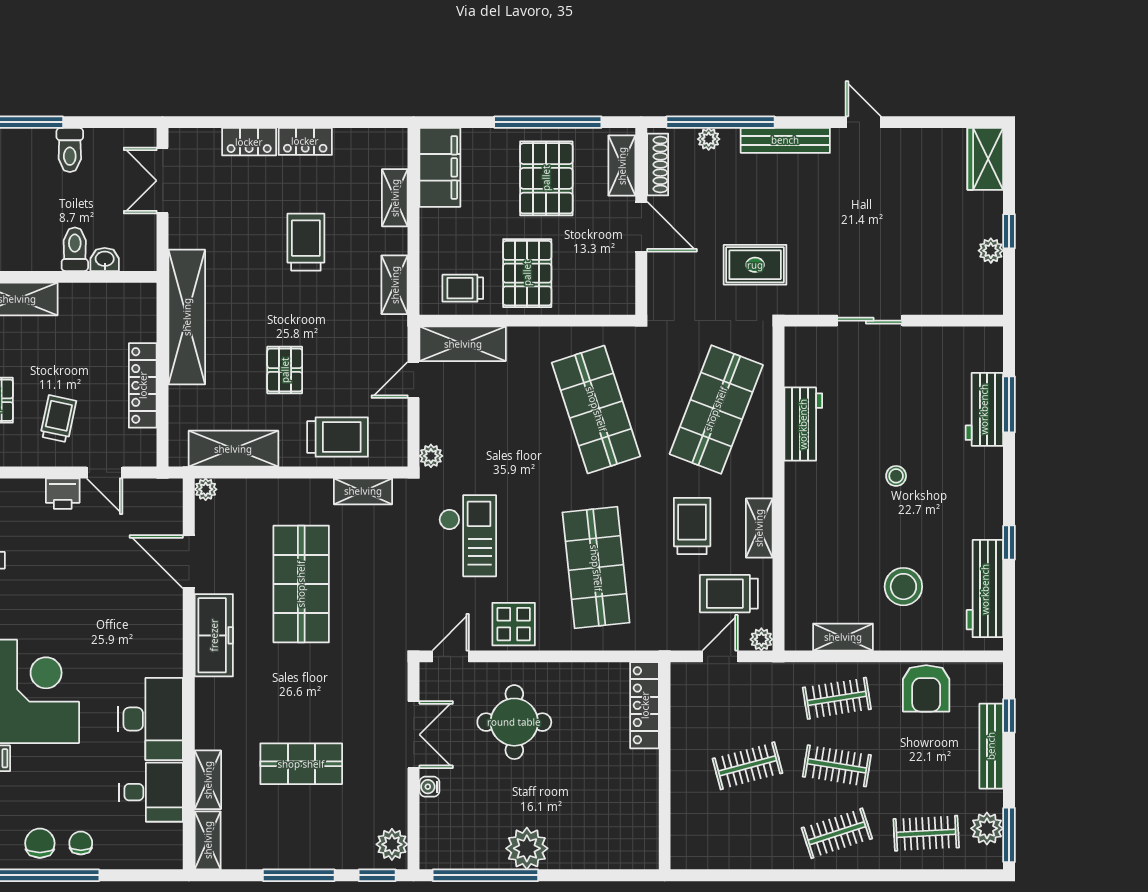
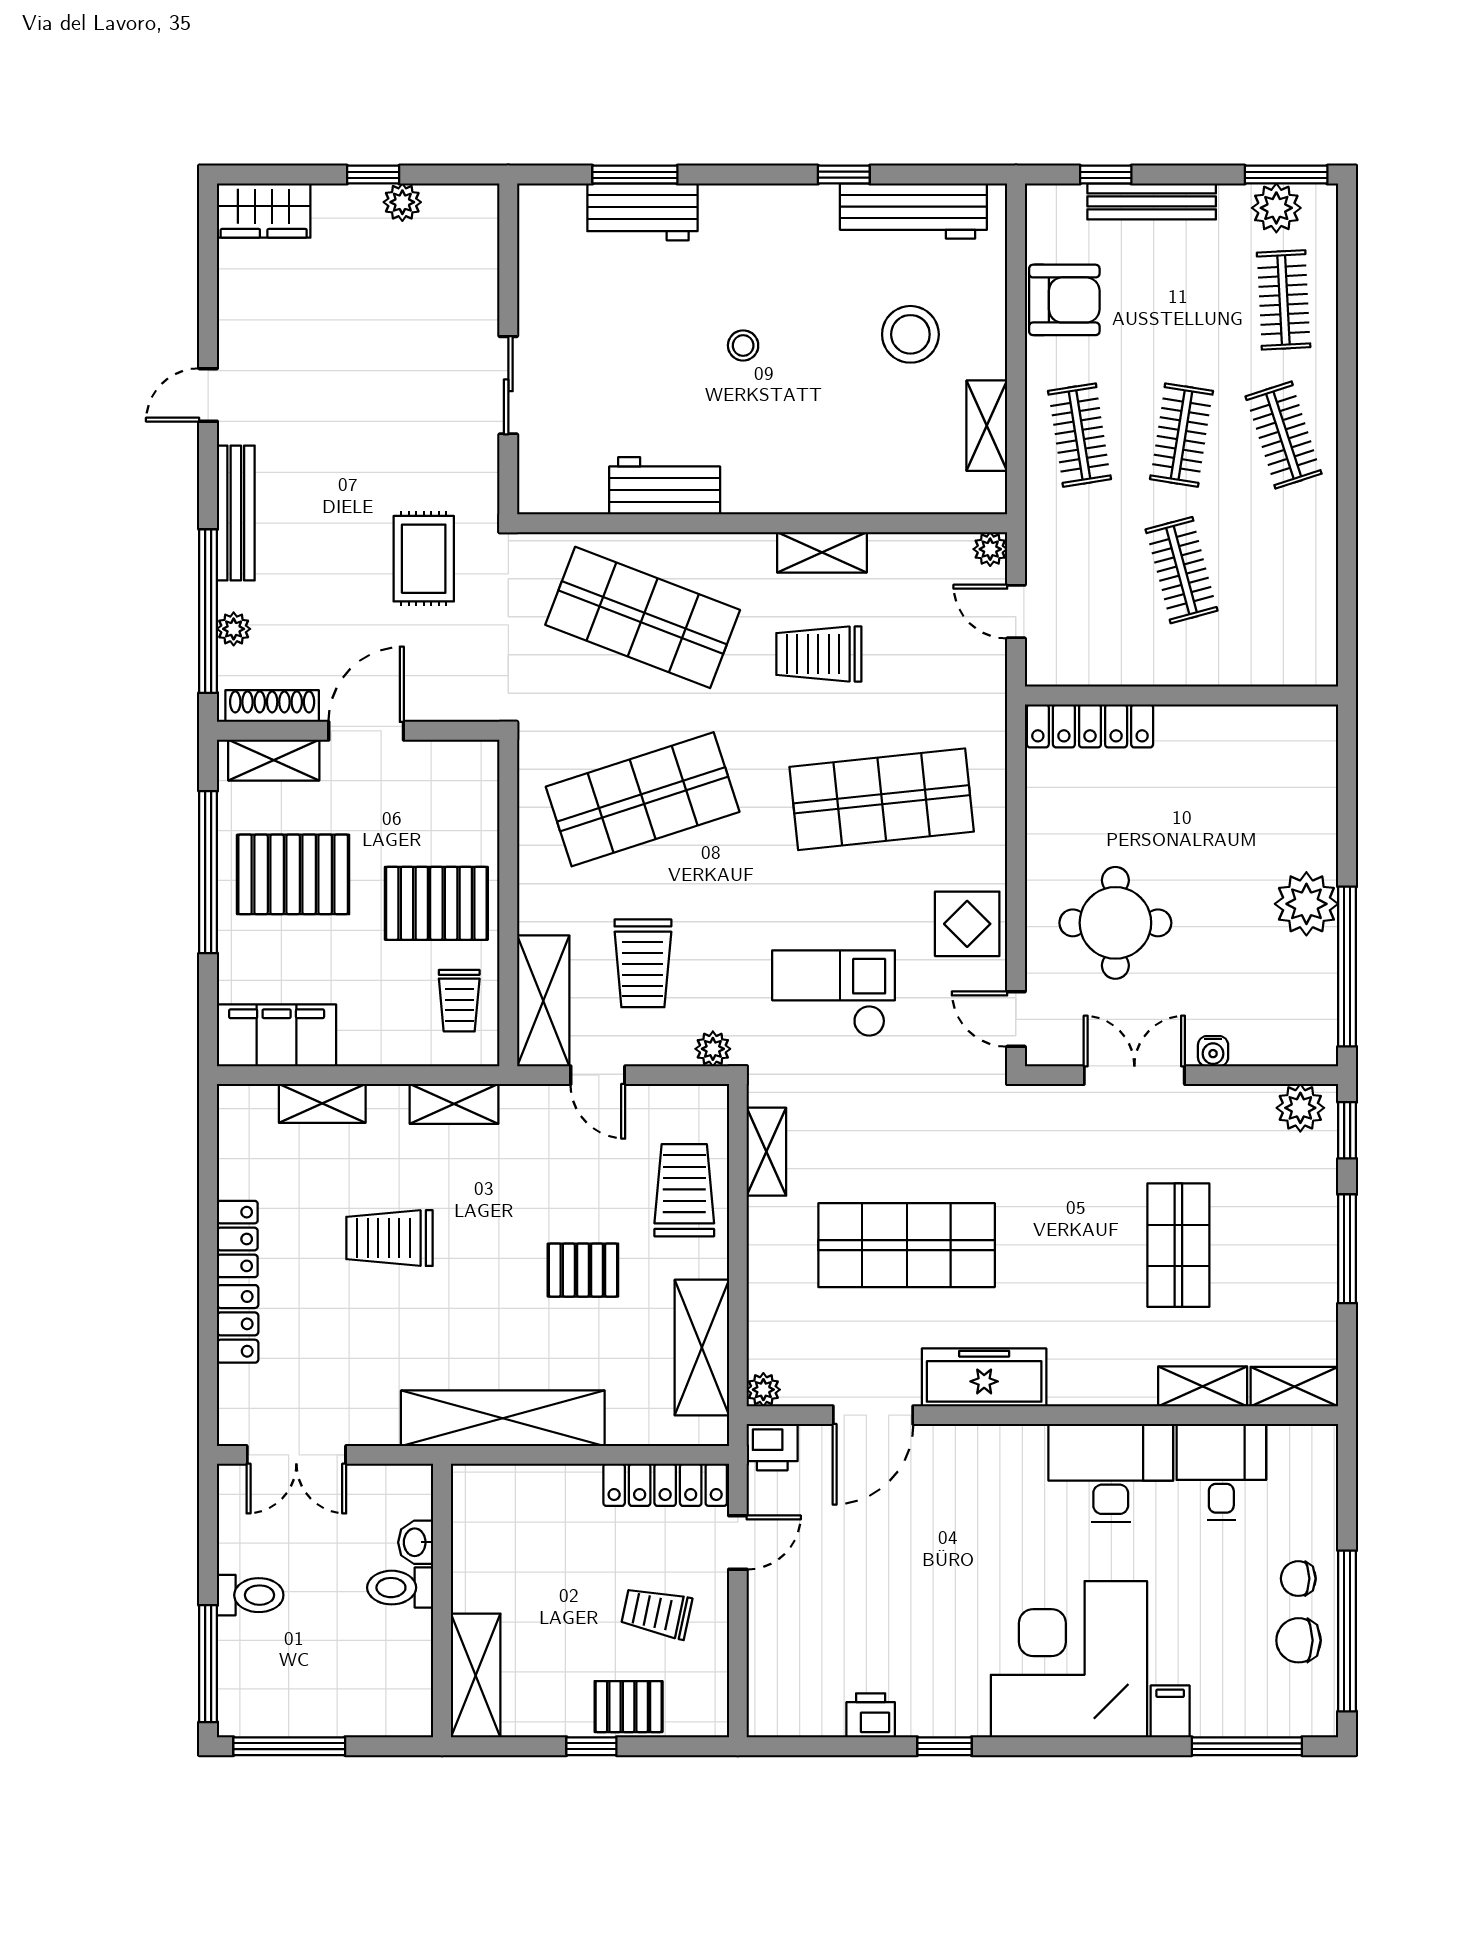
locker: (143, 385) -> (665, 1485), moved
printer: (63, 494) -> (772, 1447), moved, turned 90
trolley: (729, 594) -> (643, 963), moved

